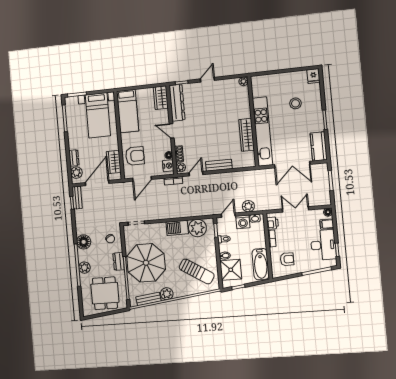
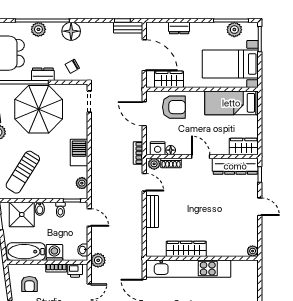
door: (172, 131) -> (201, 157), hinge flipped
armchair: (135, 156) -> (174, 107), turned -90
plant: (76, 173) -> (234, 30), moved
plant: (248, 206) -> (98, 260), moved
washing machine: (243, 222) -> (54, 253), moved, turned 90
plant: (197, 228) -> (82, 183), width x0.53, depth x0.53

